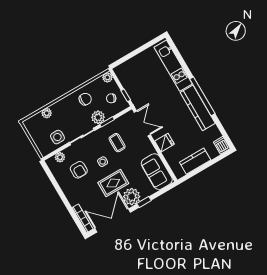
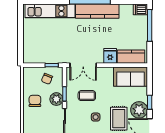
plant: (107, 77) -> (28, 72), removed
double door: (142, 123) -> (83, 65), swing flipped
kitchen counter: (195, 161) -> (131, 57), moved, turned 90
window: (212, 162) -> (150, 25), added

